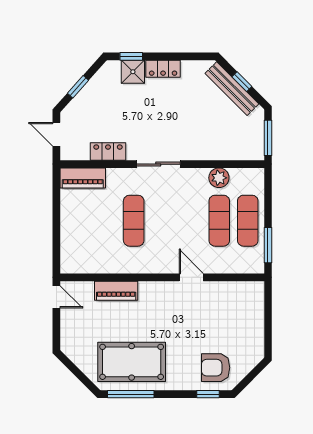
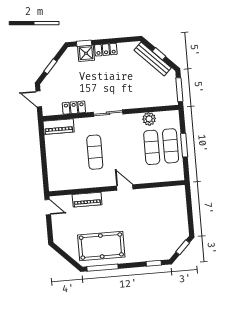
window: (268, 245) -> (184, 145), moved
door: (191, 277) -> (125, 188), moved
armchair: (216, 368) -> (157, 245), removed
window: (253, 374) -> (183, 247), added

